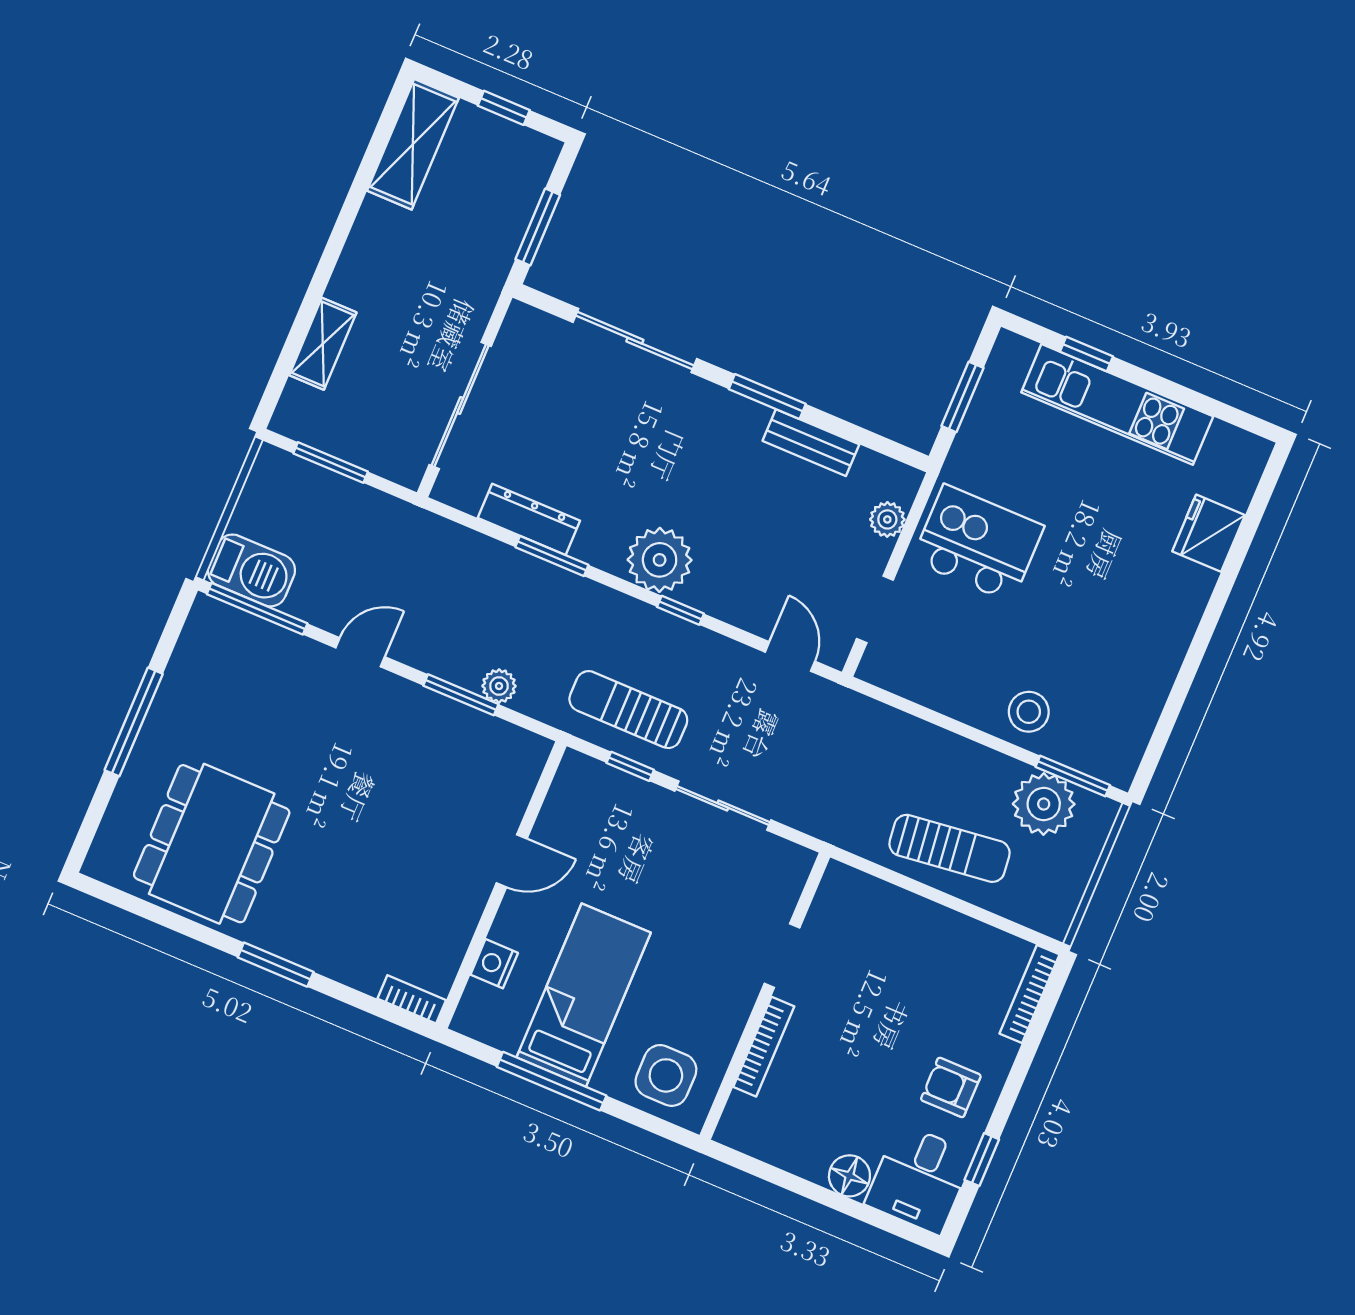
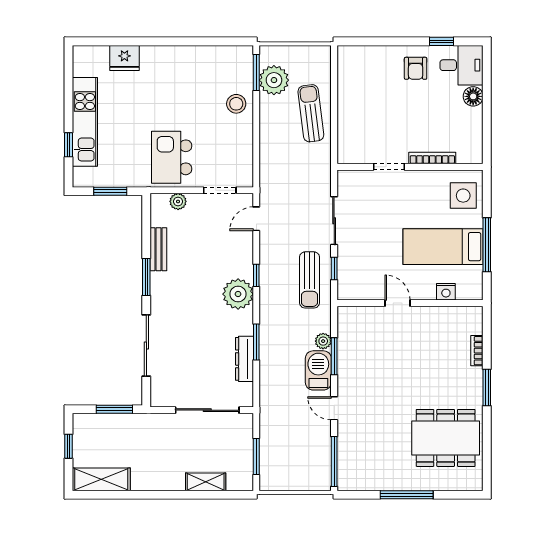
barbecue: (251, 570) -> (318, 370), moved
bookcase: (1029, 994) -> (360, 51), removed
bookcase: (412, 999) -> (477, 351), moved

